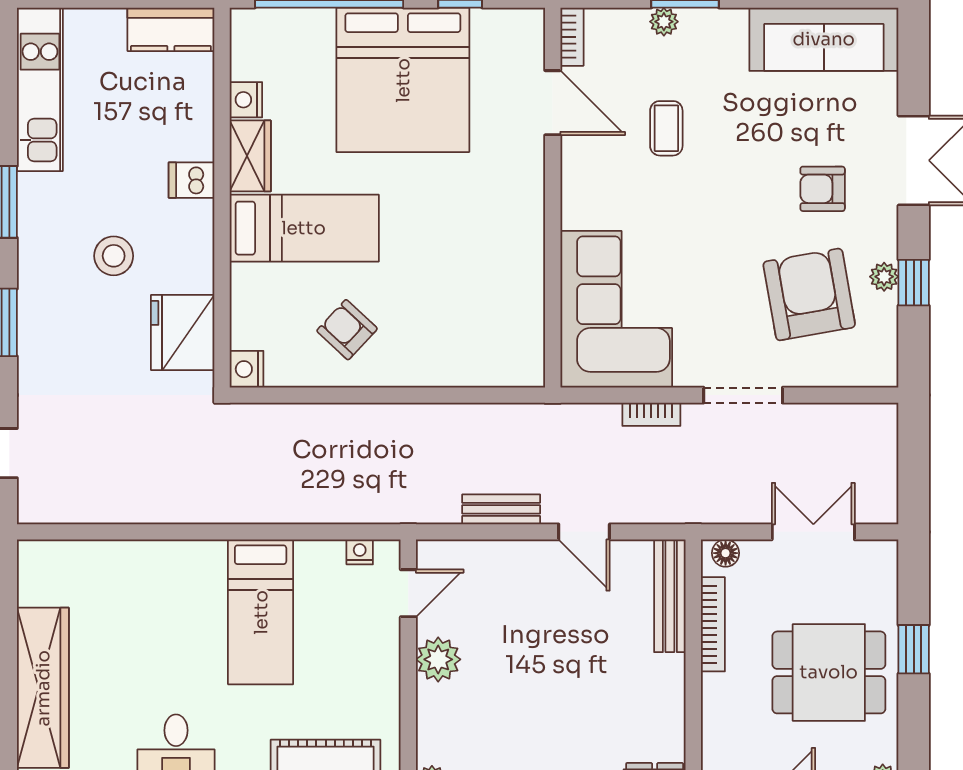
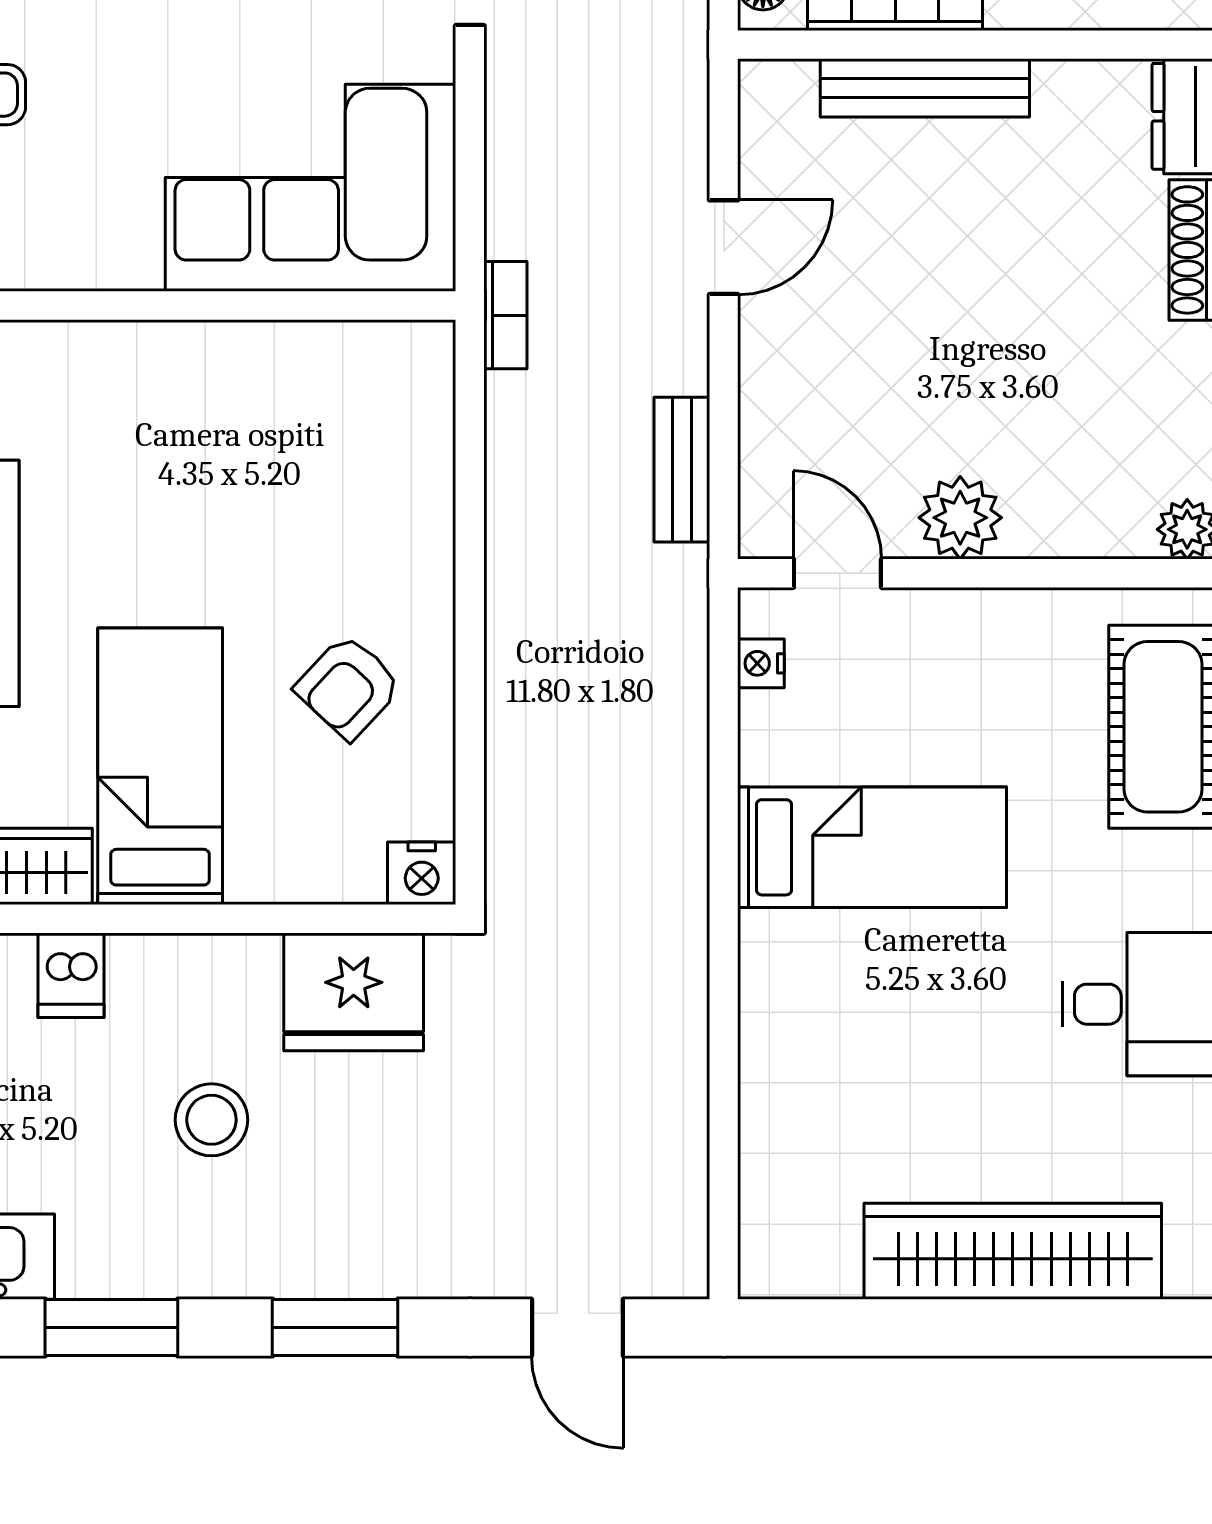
bookcase: (651, 414) -> (505, 315), moved
bench: (501, 509) -> (682, 470), moved
bench: (670, 596) -> (925, 88), moved

